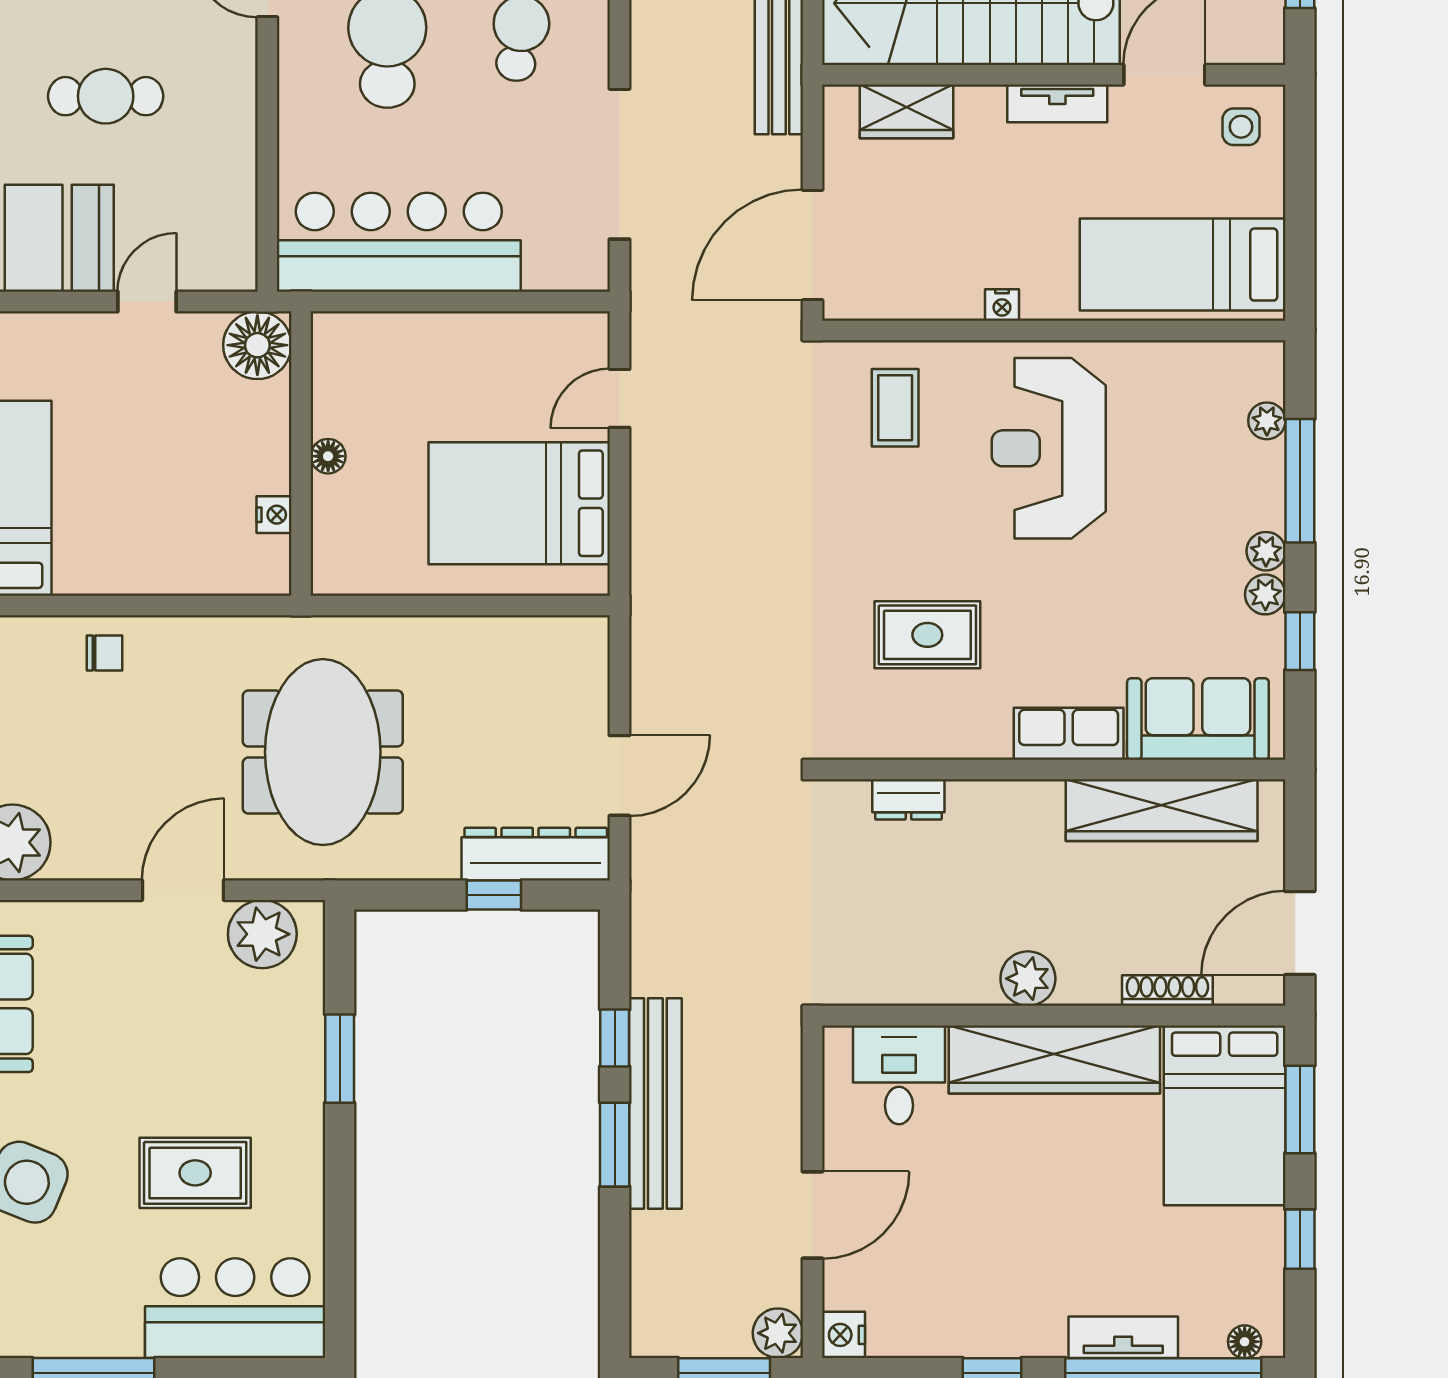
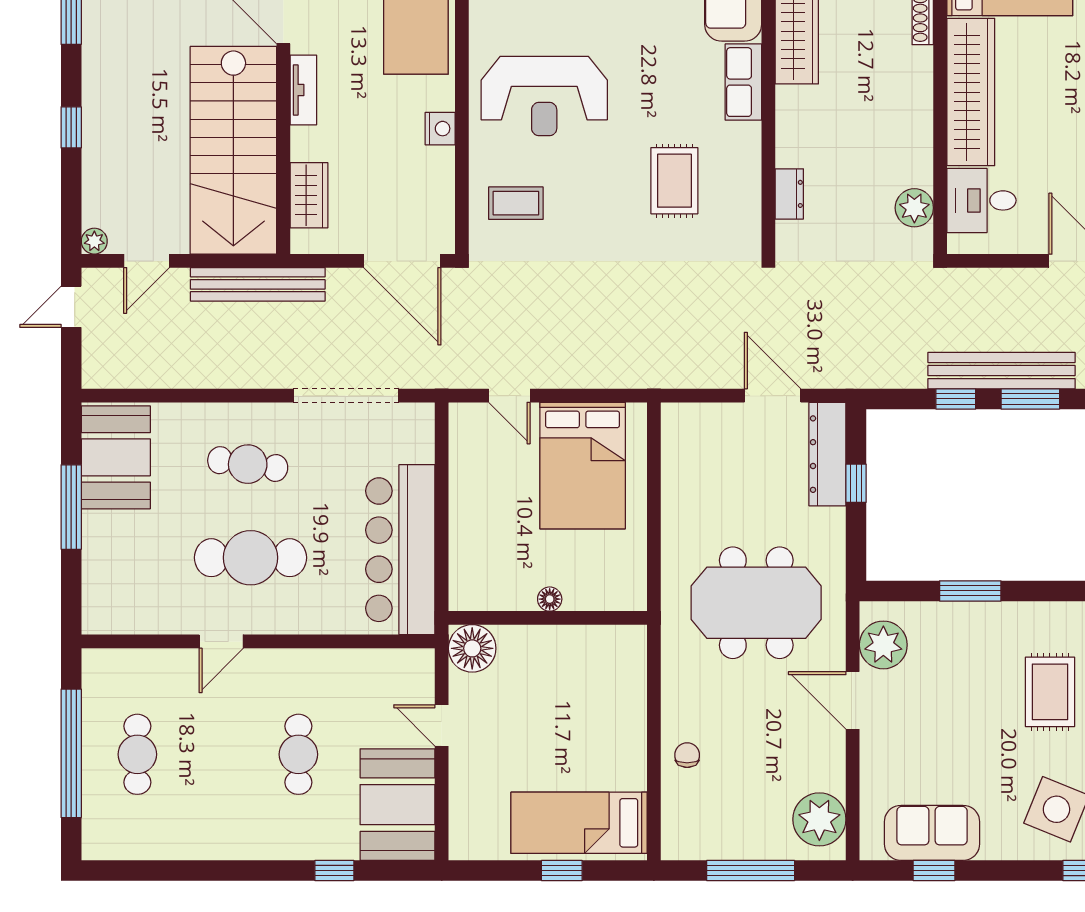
nightstand: (1002, 305) -> (440, 129), width x1.39, depth x1.35
nightstand: (274, 515) -> (591, 637), removed
plant: (1028, 979) -> (914, 208), moved

